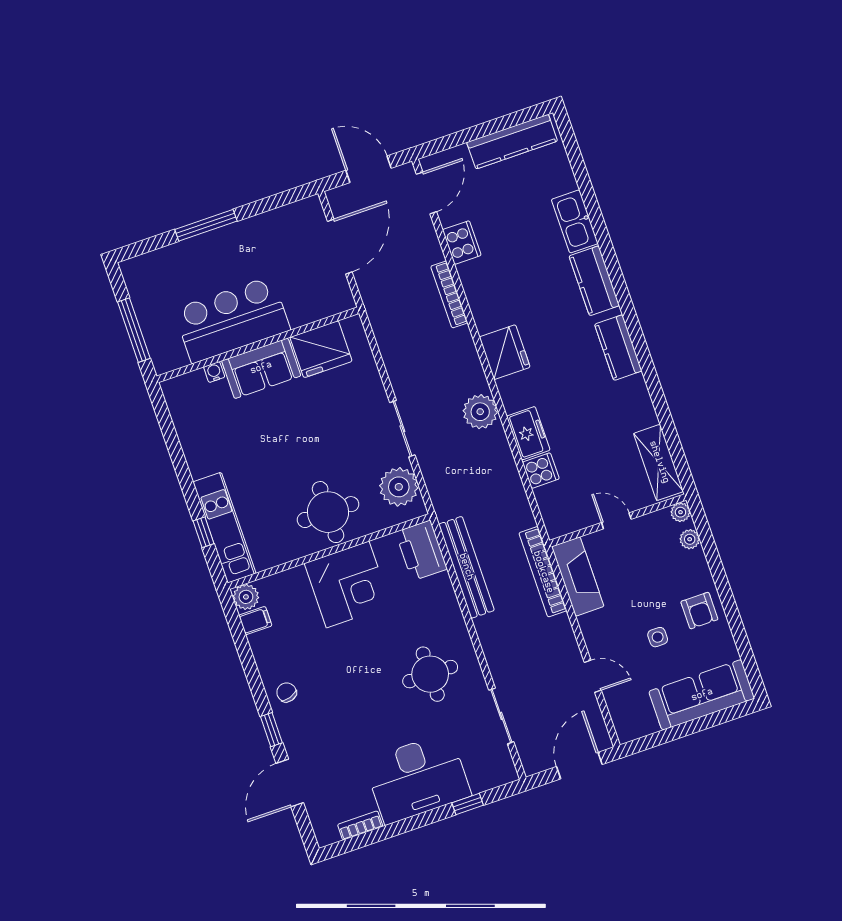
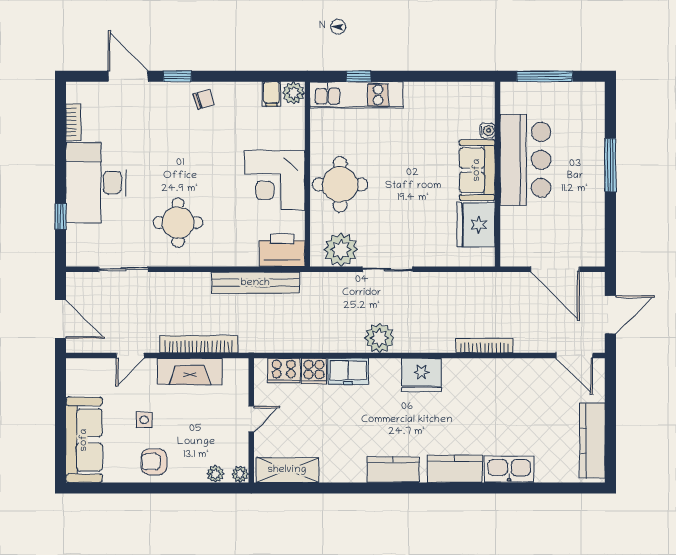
cooker: (462, 243) -> (284, 371), moved
bookcase: (543, 572) -> (199, 344), moved
fireplace: (578, 576) -> (190, 371), moved

